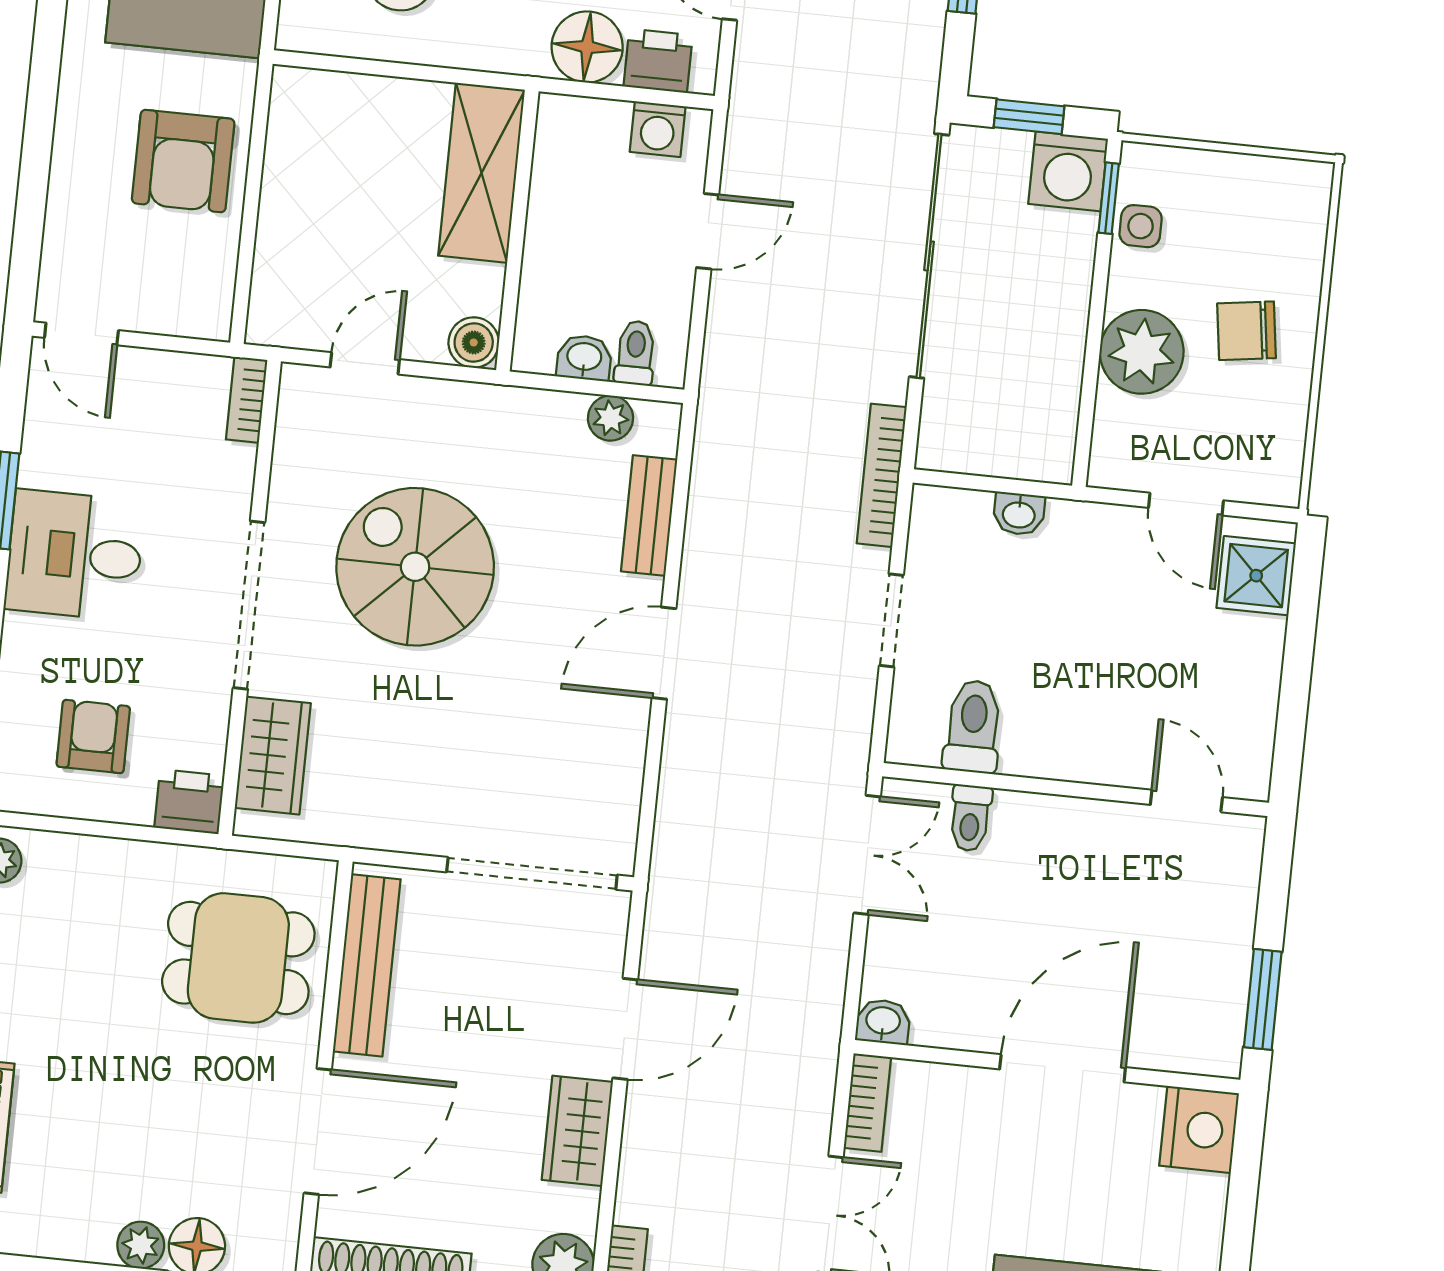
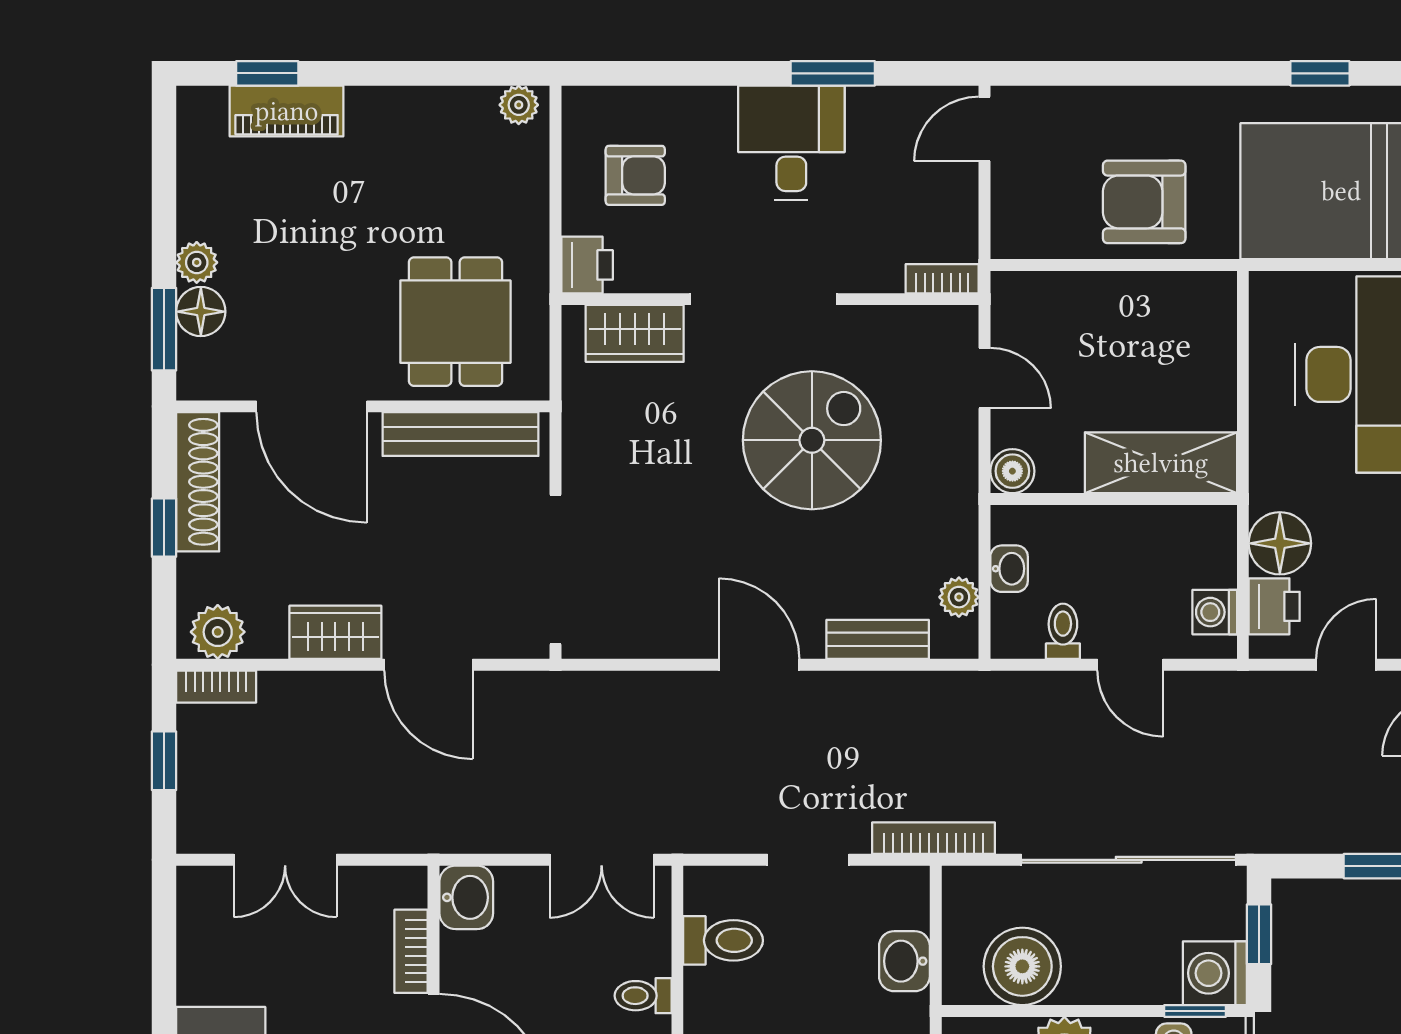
toilet: (635, 353) -> (1063, 631), moved, turned -90
boiler: (1038, 389) -> (1022, 966), added
washbasin: (1019, 514) -> (904, 961), width x1.38, depth x1.45
toilet: (970, 818) -> (643, 996), moved
washbasin: (883, 1022) -> (466, 897), width x1.38, depth x1.45
bookcase: (867, 1103) -> (411, 951), moved, turned 90

